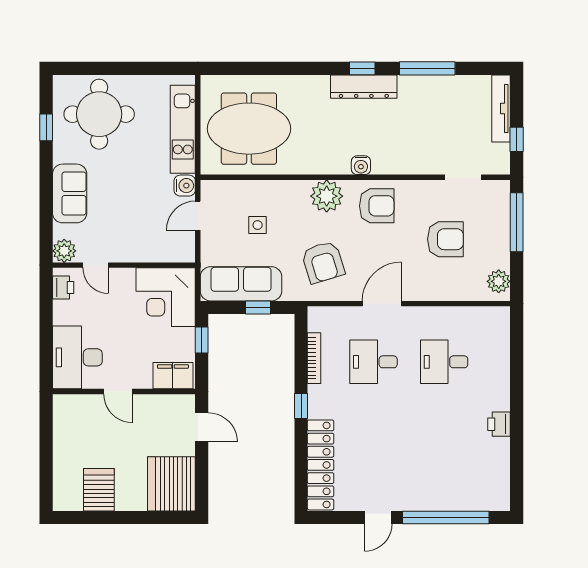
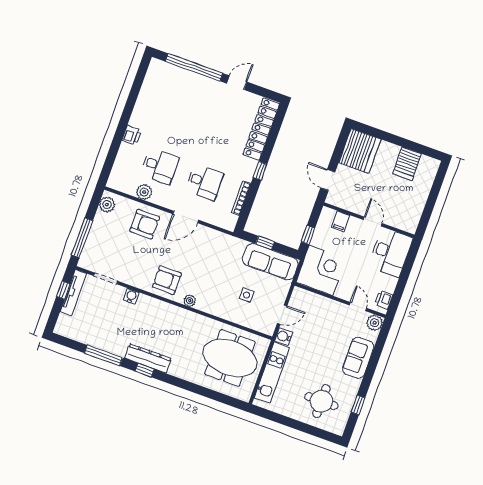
tv unit: (501, 108) -> (73, 293), moved
round table: (99, 114) -> (321, 401), width x0.73, depth x0.73
water cooler: (361, 165) -> (131, 296), moved
plant: (327, 196) -> (190, 301), width x0.53, depth x0.53
armchair: (445, 239) -> (145, 224), moved, turned 180
armchair: (323, 262) -> (214, 257), removed
plant: (453, 318) -> (144, 192), added
filing cabinet: (173, 376) -> (341, 221), width x0.50
printer: (499, 424) -> (132, 135), moved

